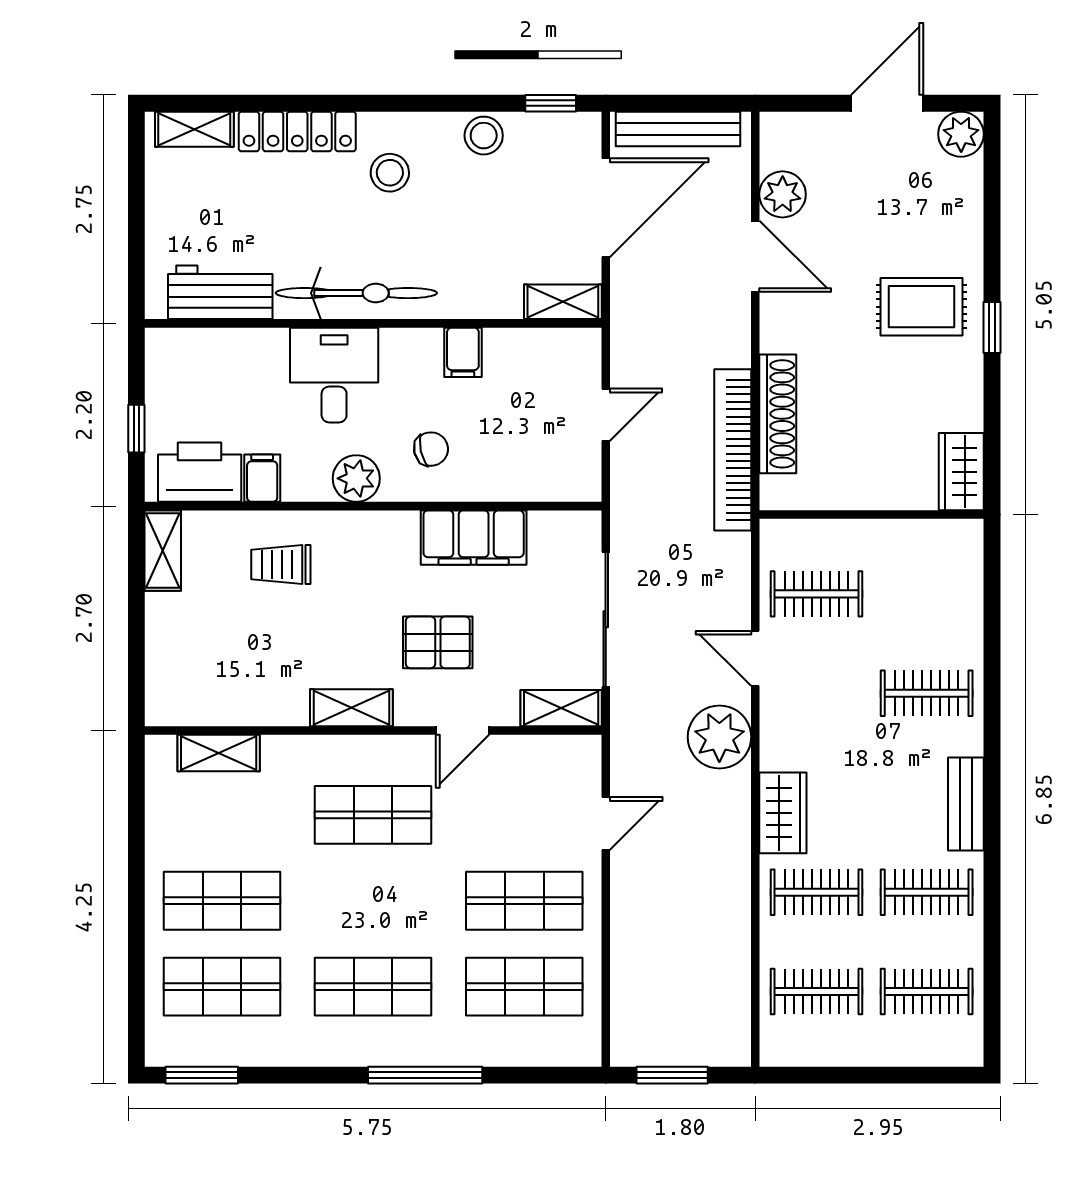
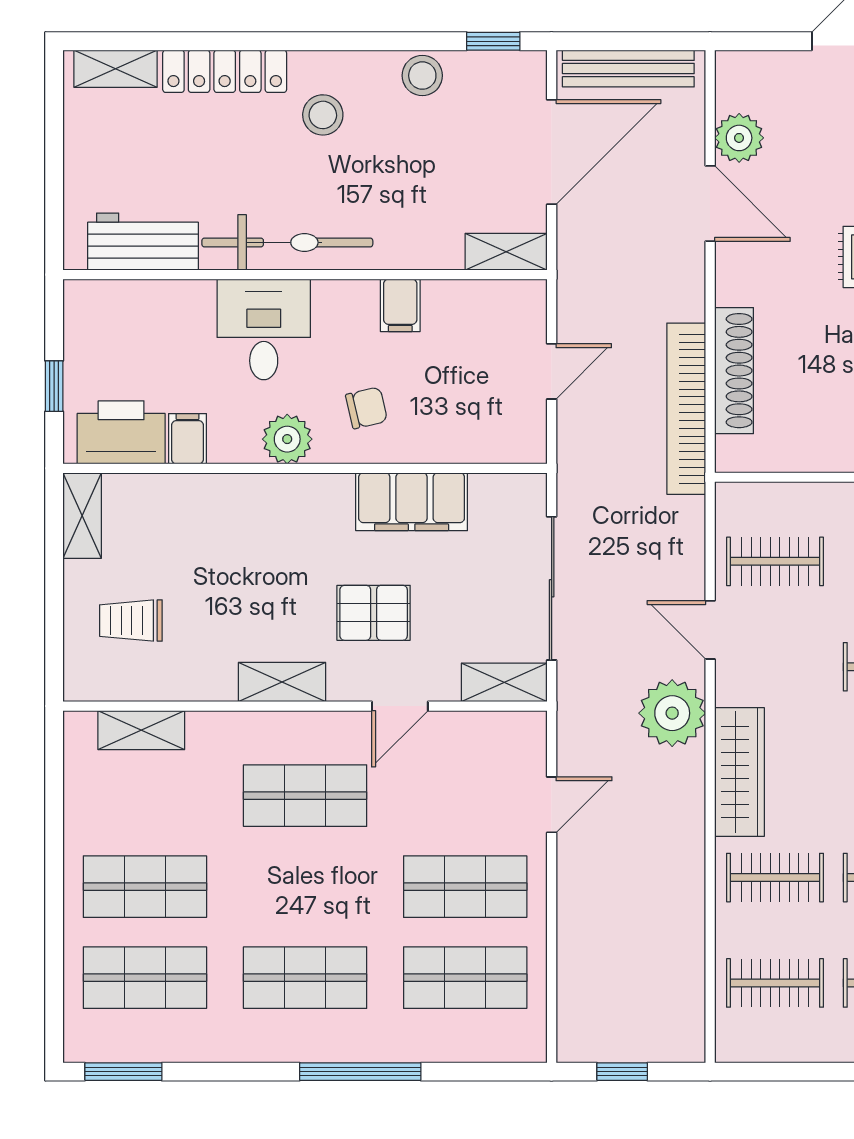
trolley: (281, 564) -> (131, 621), moved
wardrobe: (783, 813) -> (739, 772), width x1.50
window: (672, 1075) -> (622, 1072), width x0.67

